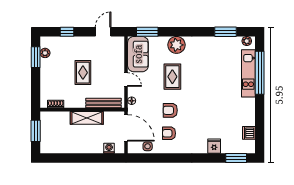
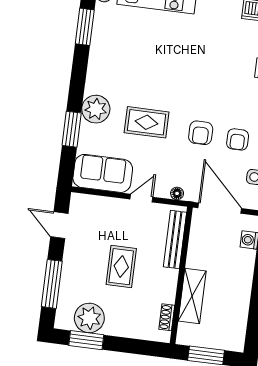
window: (67, 32) -> (52, 284), width x2.17
window: (147, 32) -> (72, 129), moved
plant: (45, 53) -> (89, 318), width x1.88, depth x1.88
rug: (83, 73) -> (121, 267), turned 90
shelving: (87, 118) -> (192, 296), moved
door: (126, 128) -> (220, 208), hinge flipped

